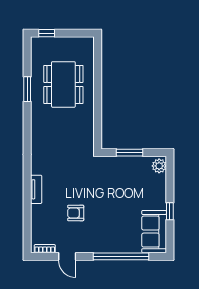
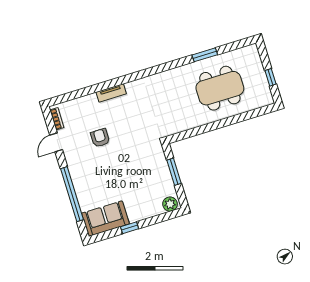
window: (47, 33) -> (270, 77), moved

